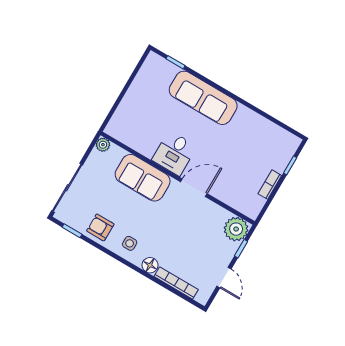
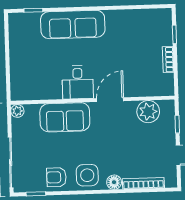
plant: (236, 229) -> (148, 112), moved
side table: (130, 243) -> (87, 175), width x1.87, depth x1.87

